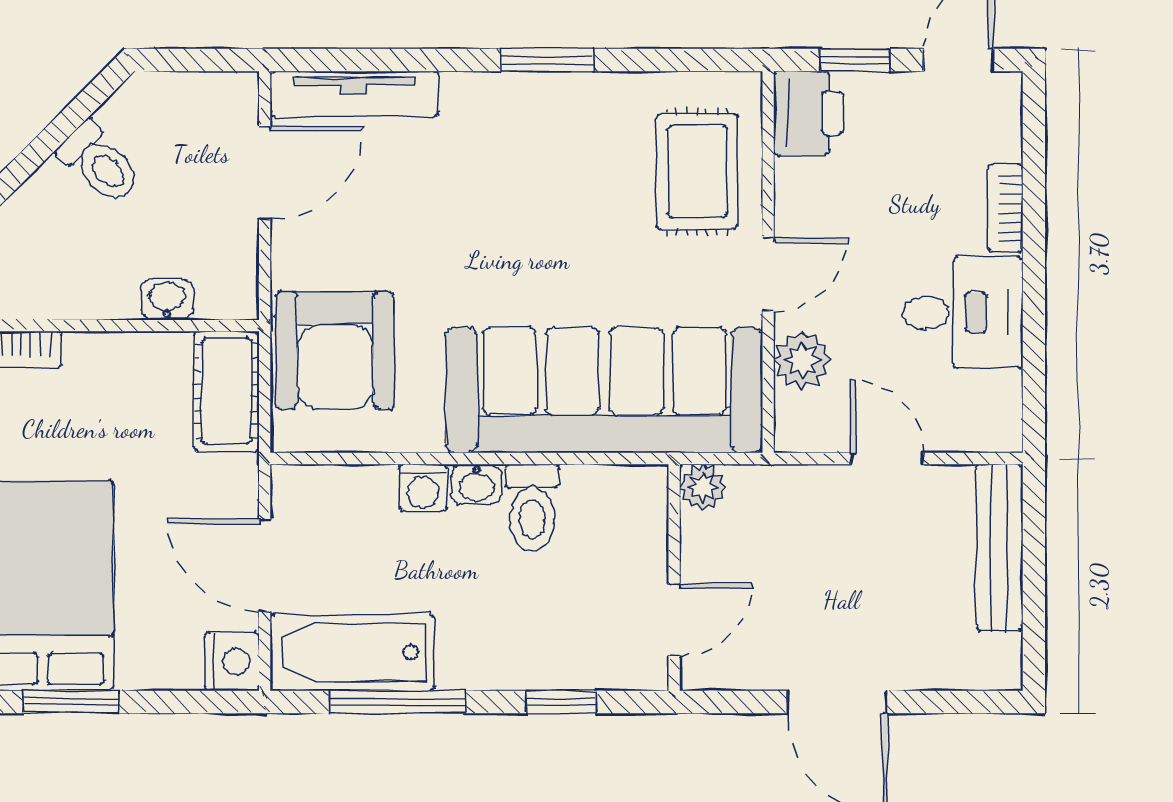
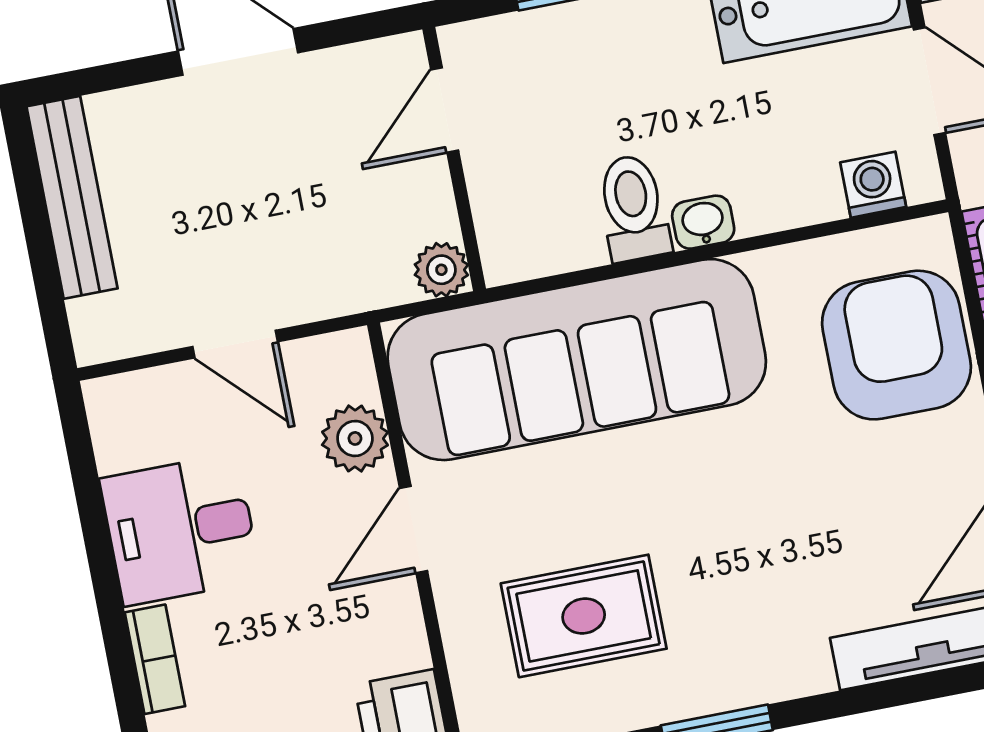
rug: (697, 172) -> (584, 616), moved, turned 90
washing machine: (423, 488) -> (873, 185), moved
bench: (999, 547) -> (72, 197), moved

